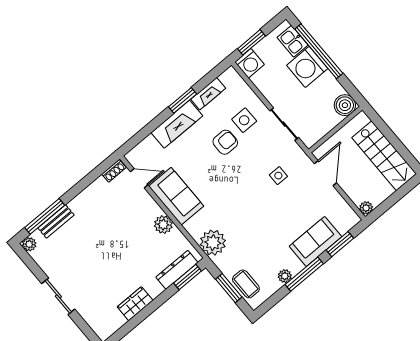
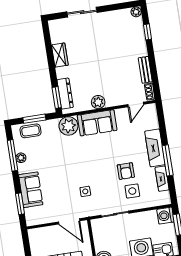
window: (183, 100) -> (168, 160), width x1.44
sofa: (176, 196) -> (97, 123), moved
plant: (366, 208) -> (33, 233), removed
window: (45, 216) -> (147, 32), width x0.46
bench: (56, 221) -> (145, 70), moved
window: (304, 274) -> (12, 155), moved
sliding door: (58, 296) -> (82, 12), moved

